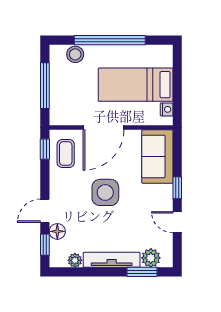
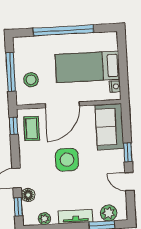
stool: (75, 54) -> (31, 80), moved
tv unit: (112, 260) -> (76, 216), width x0.71

